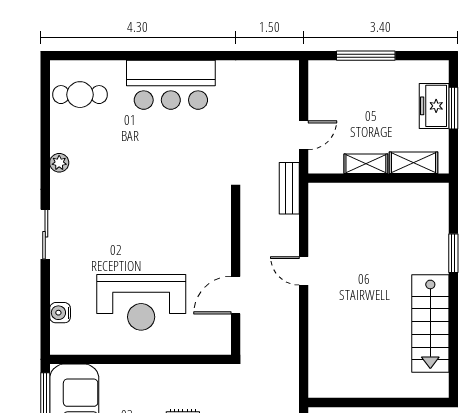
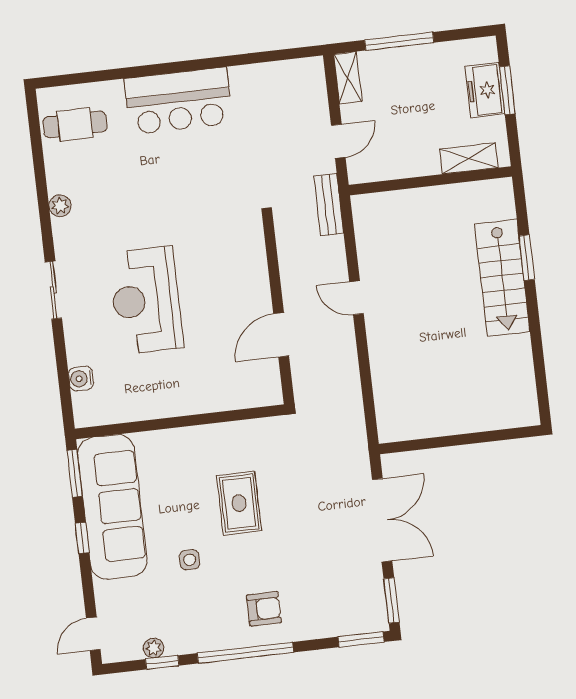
shelving: (366, 164) -> (348, 78), moved, turned 90
reception desk: (141, 302) -> (146, 300), moved, turned 90
stairs: (430, 324) -> (502, 278), moved

